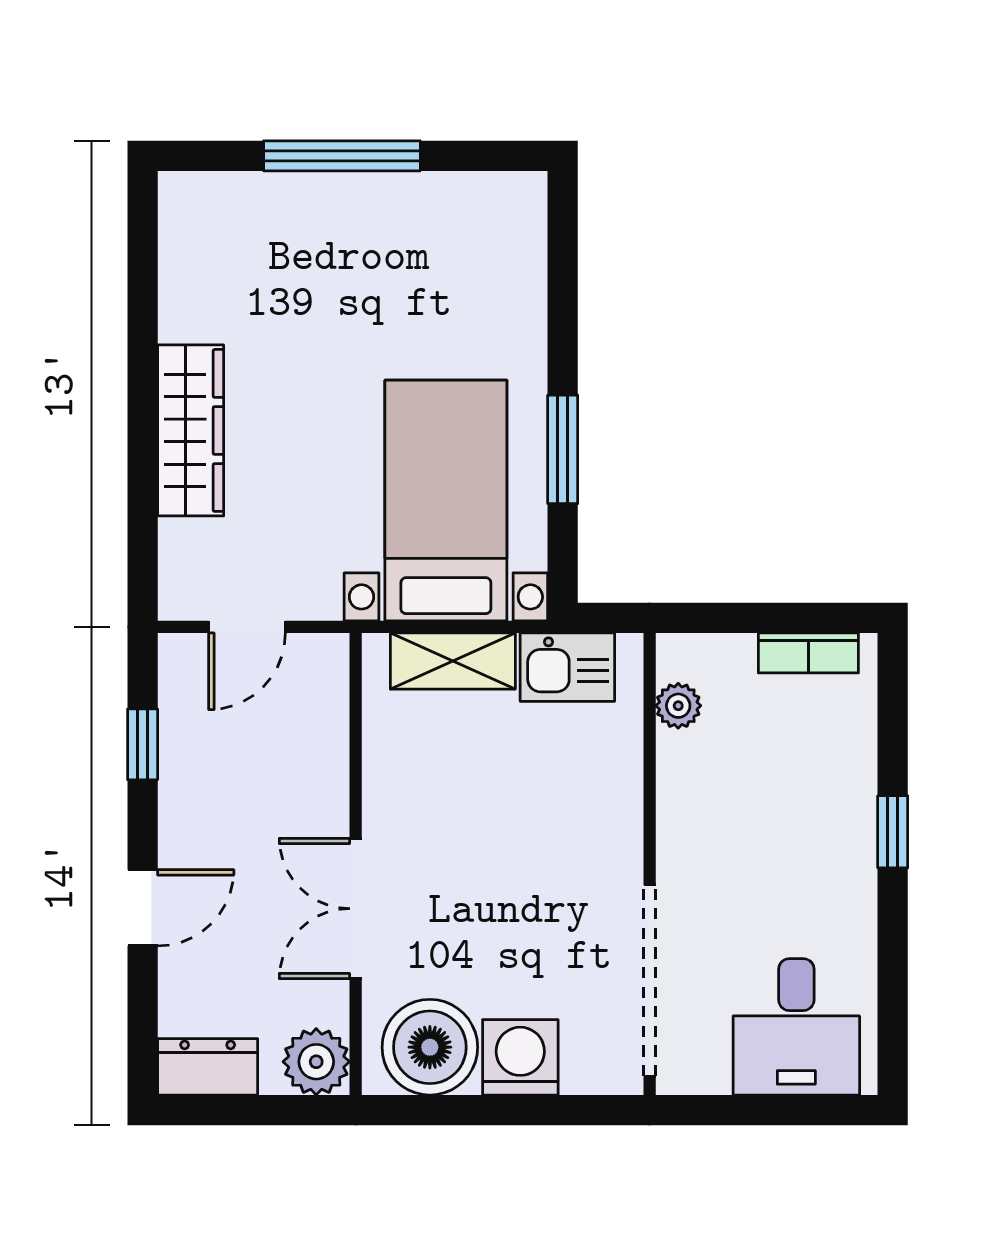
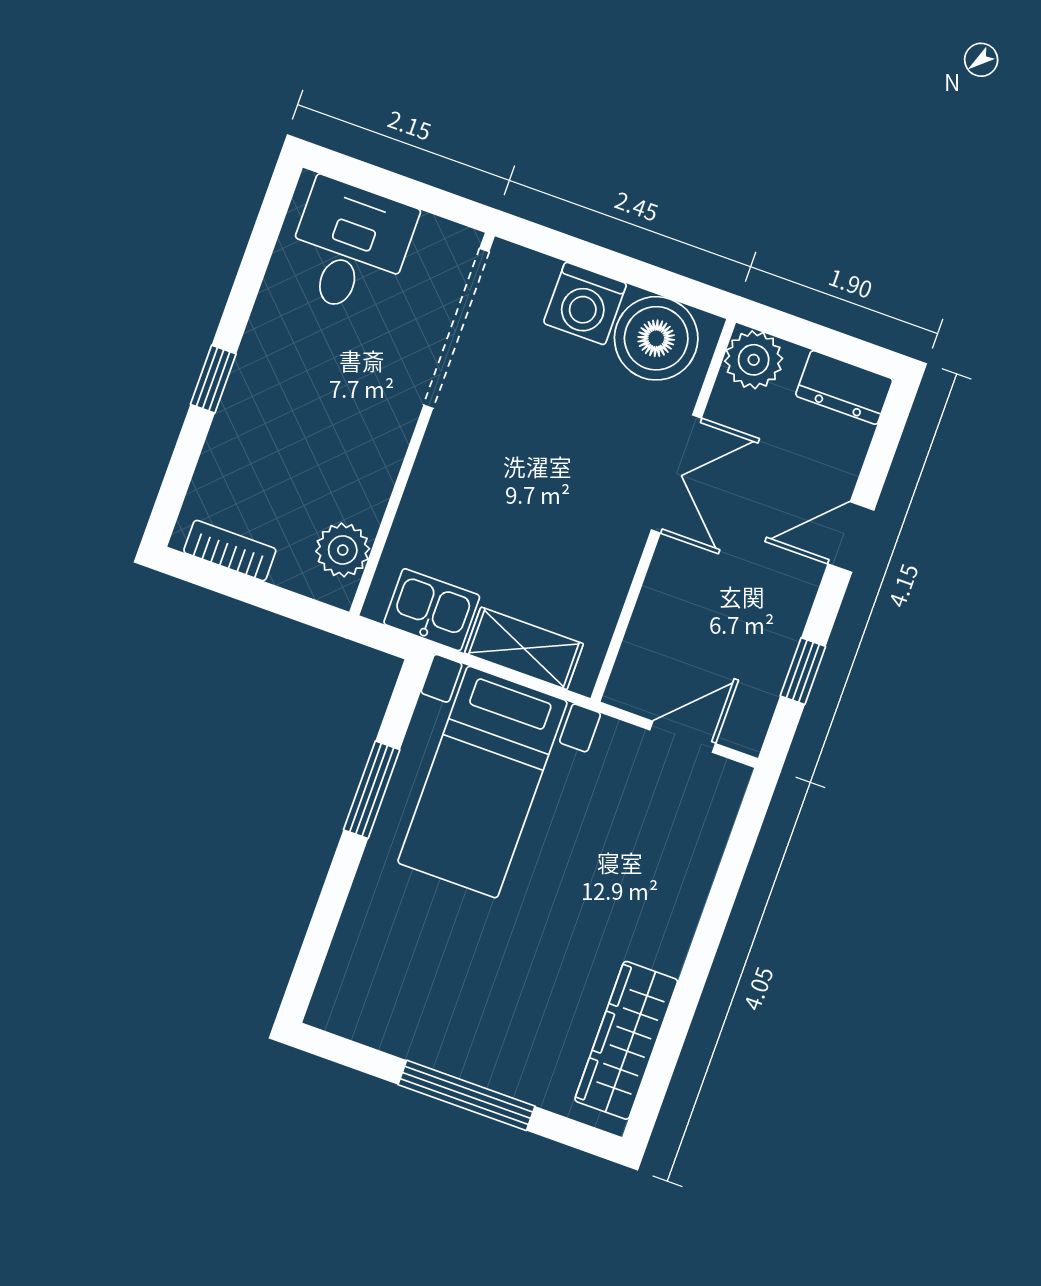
wardrobe: (191, 430) -> (626, 1040), moved
plant: (678, 706) -> (343, 550), width x1.38, depth x1.38

